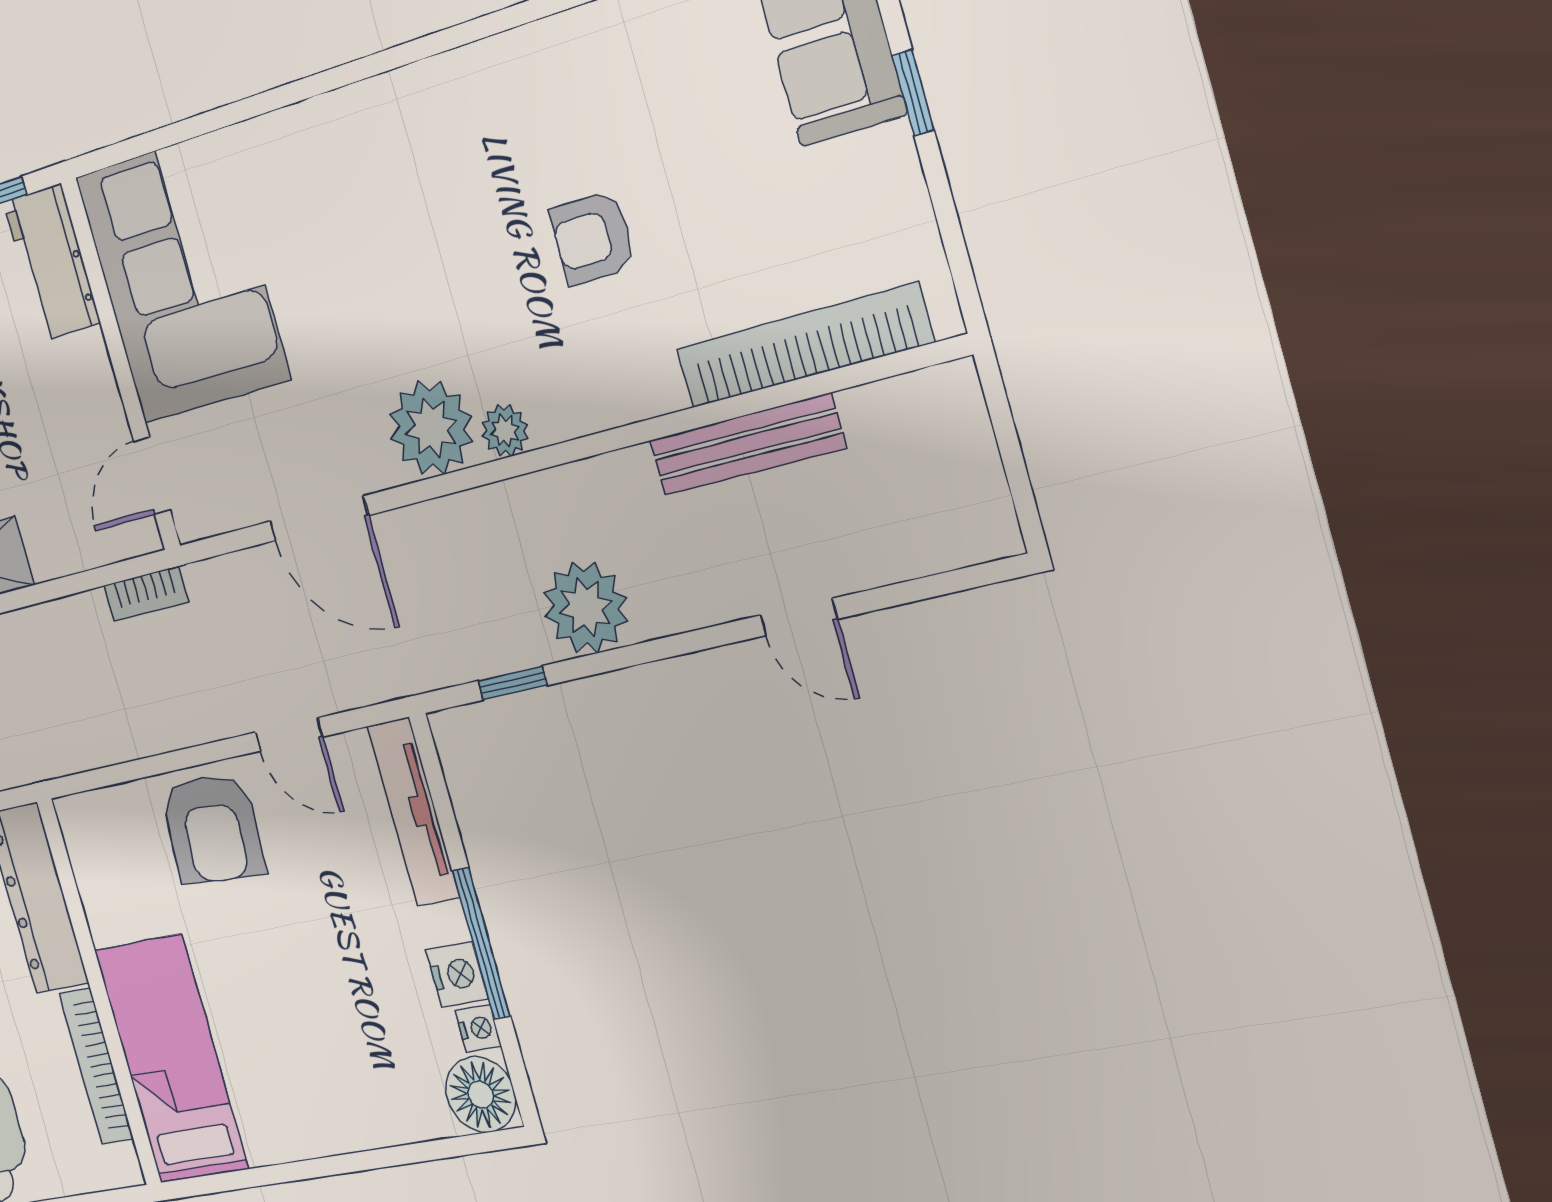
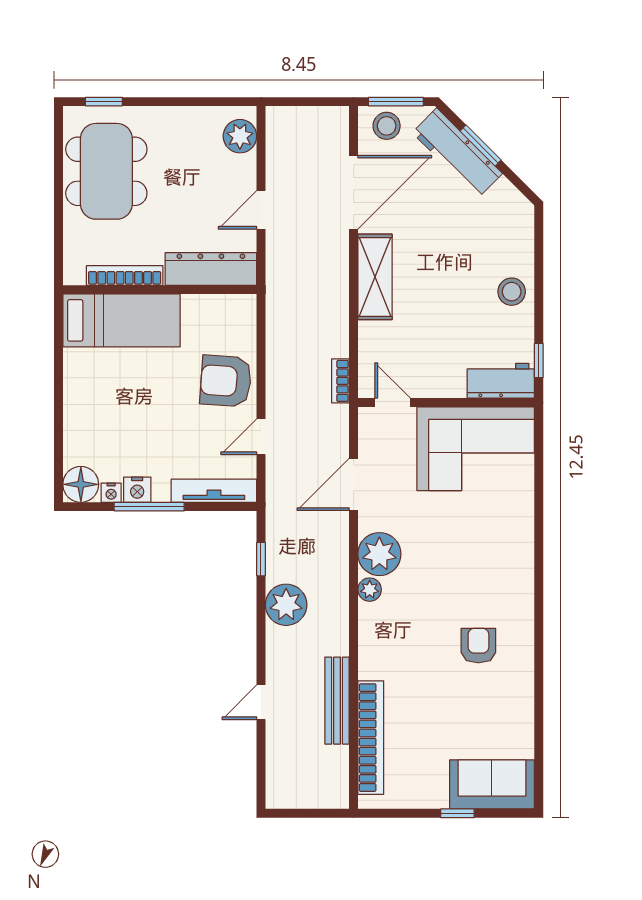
armchair: (593, 238) -> (478, 646), moved

